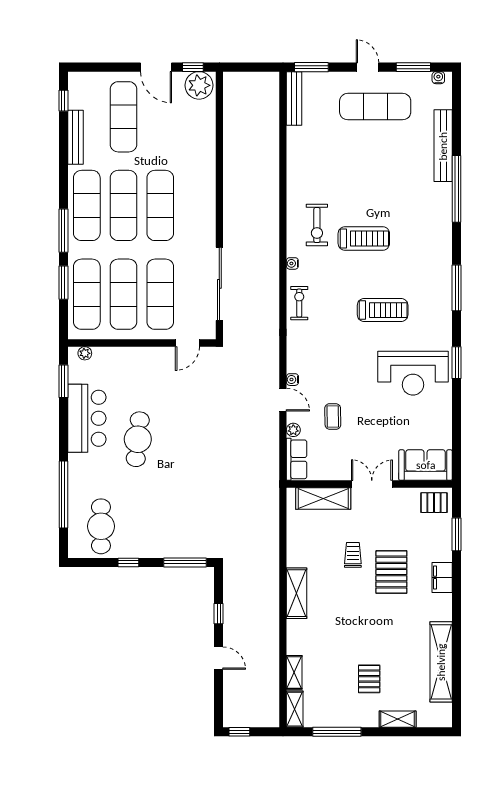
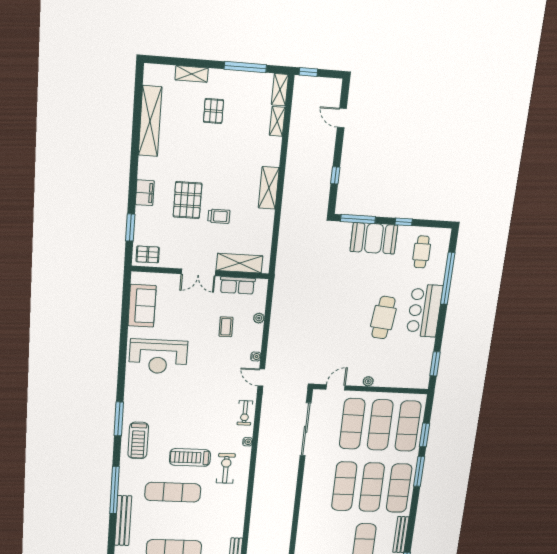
exercise mat: (382, 189) -> (173, 492), added
treadmill: (383, 310) -> (138, 440), moved, turned -90
plant: (85, 353) -> (368, 381), moved
window: (457, 363) -> (122, 363), removed
reception desk: (413, 373) -> (158, 357), turned 180
door: (283, 400) -> (261, 378), moved
bar counter: (87, 418) -> (425, 311), moved
row of seats: (297, 459) -> (237, 285), moved, turned -90
sofa: (426, 465) -> (142, 306), moved, turned -90
cafe table: (101, 526) -> (422, 252), width x0.73, depth x0.74
booth: (162, 540) -> (374, 238), added
trolley: (353, 555) -> (219, 216), turned -90
door: (219, 658) -> (342, 118), moved
window: (239, 732) -> (308, 72), moved

